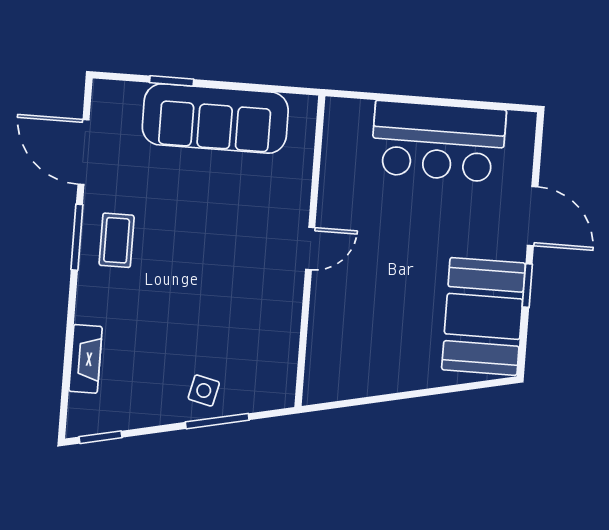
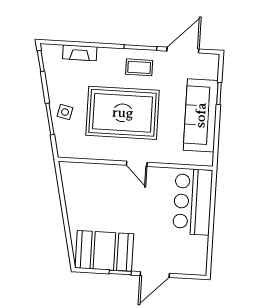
bar counter: (438, 141) -> (193, 202), moved
rug: (207, 275) -> (123, 113), added

